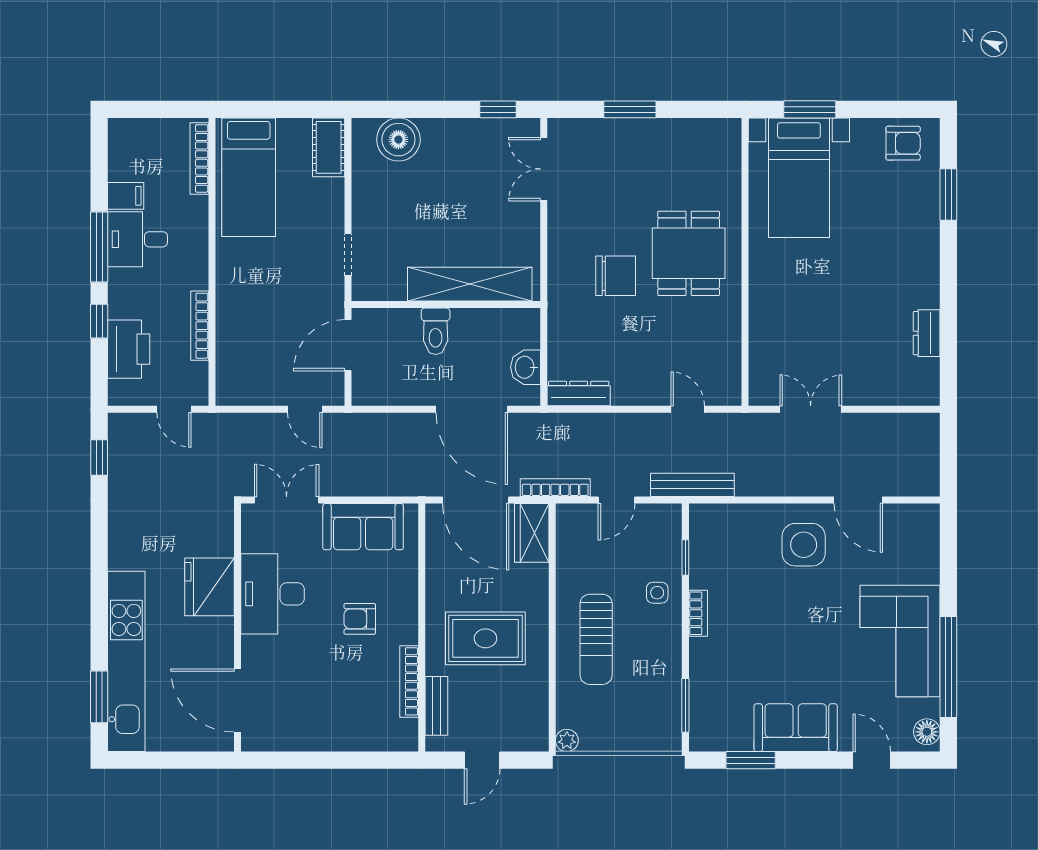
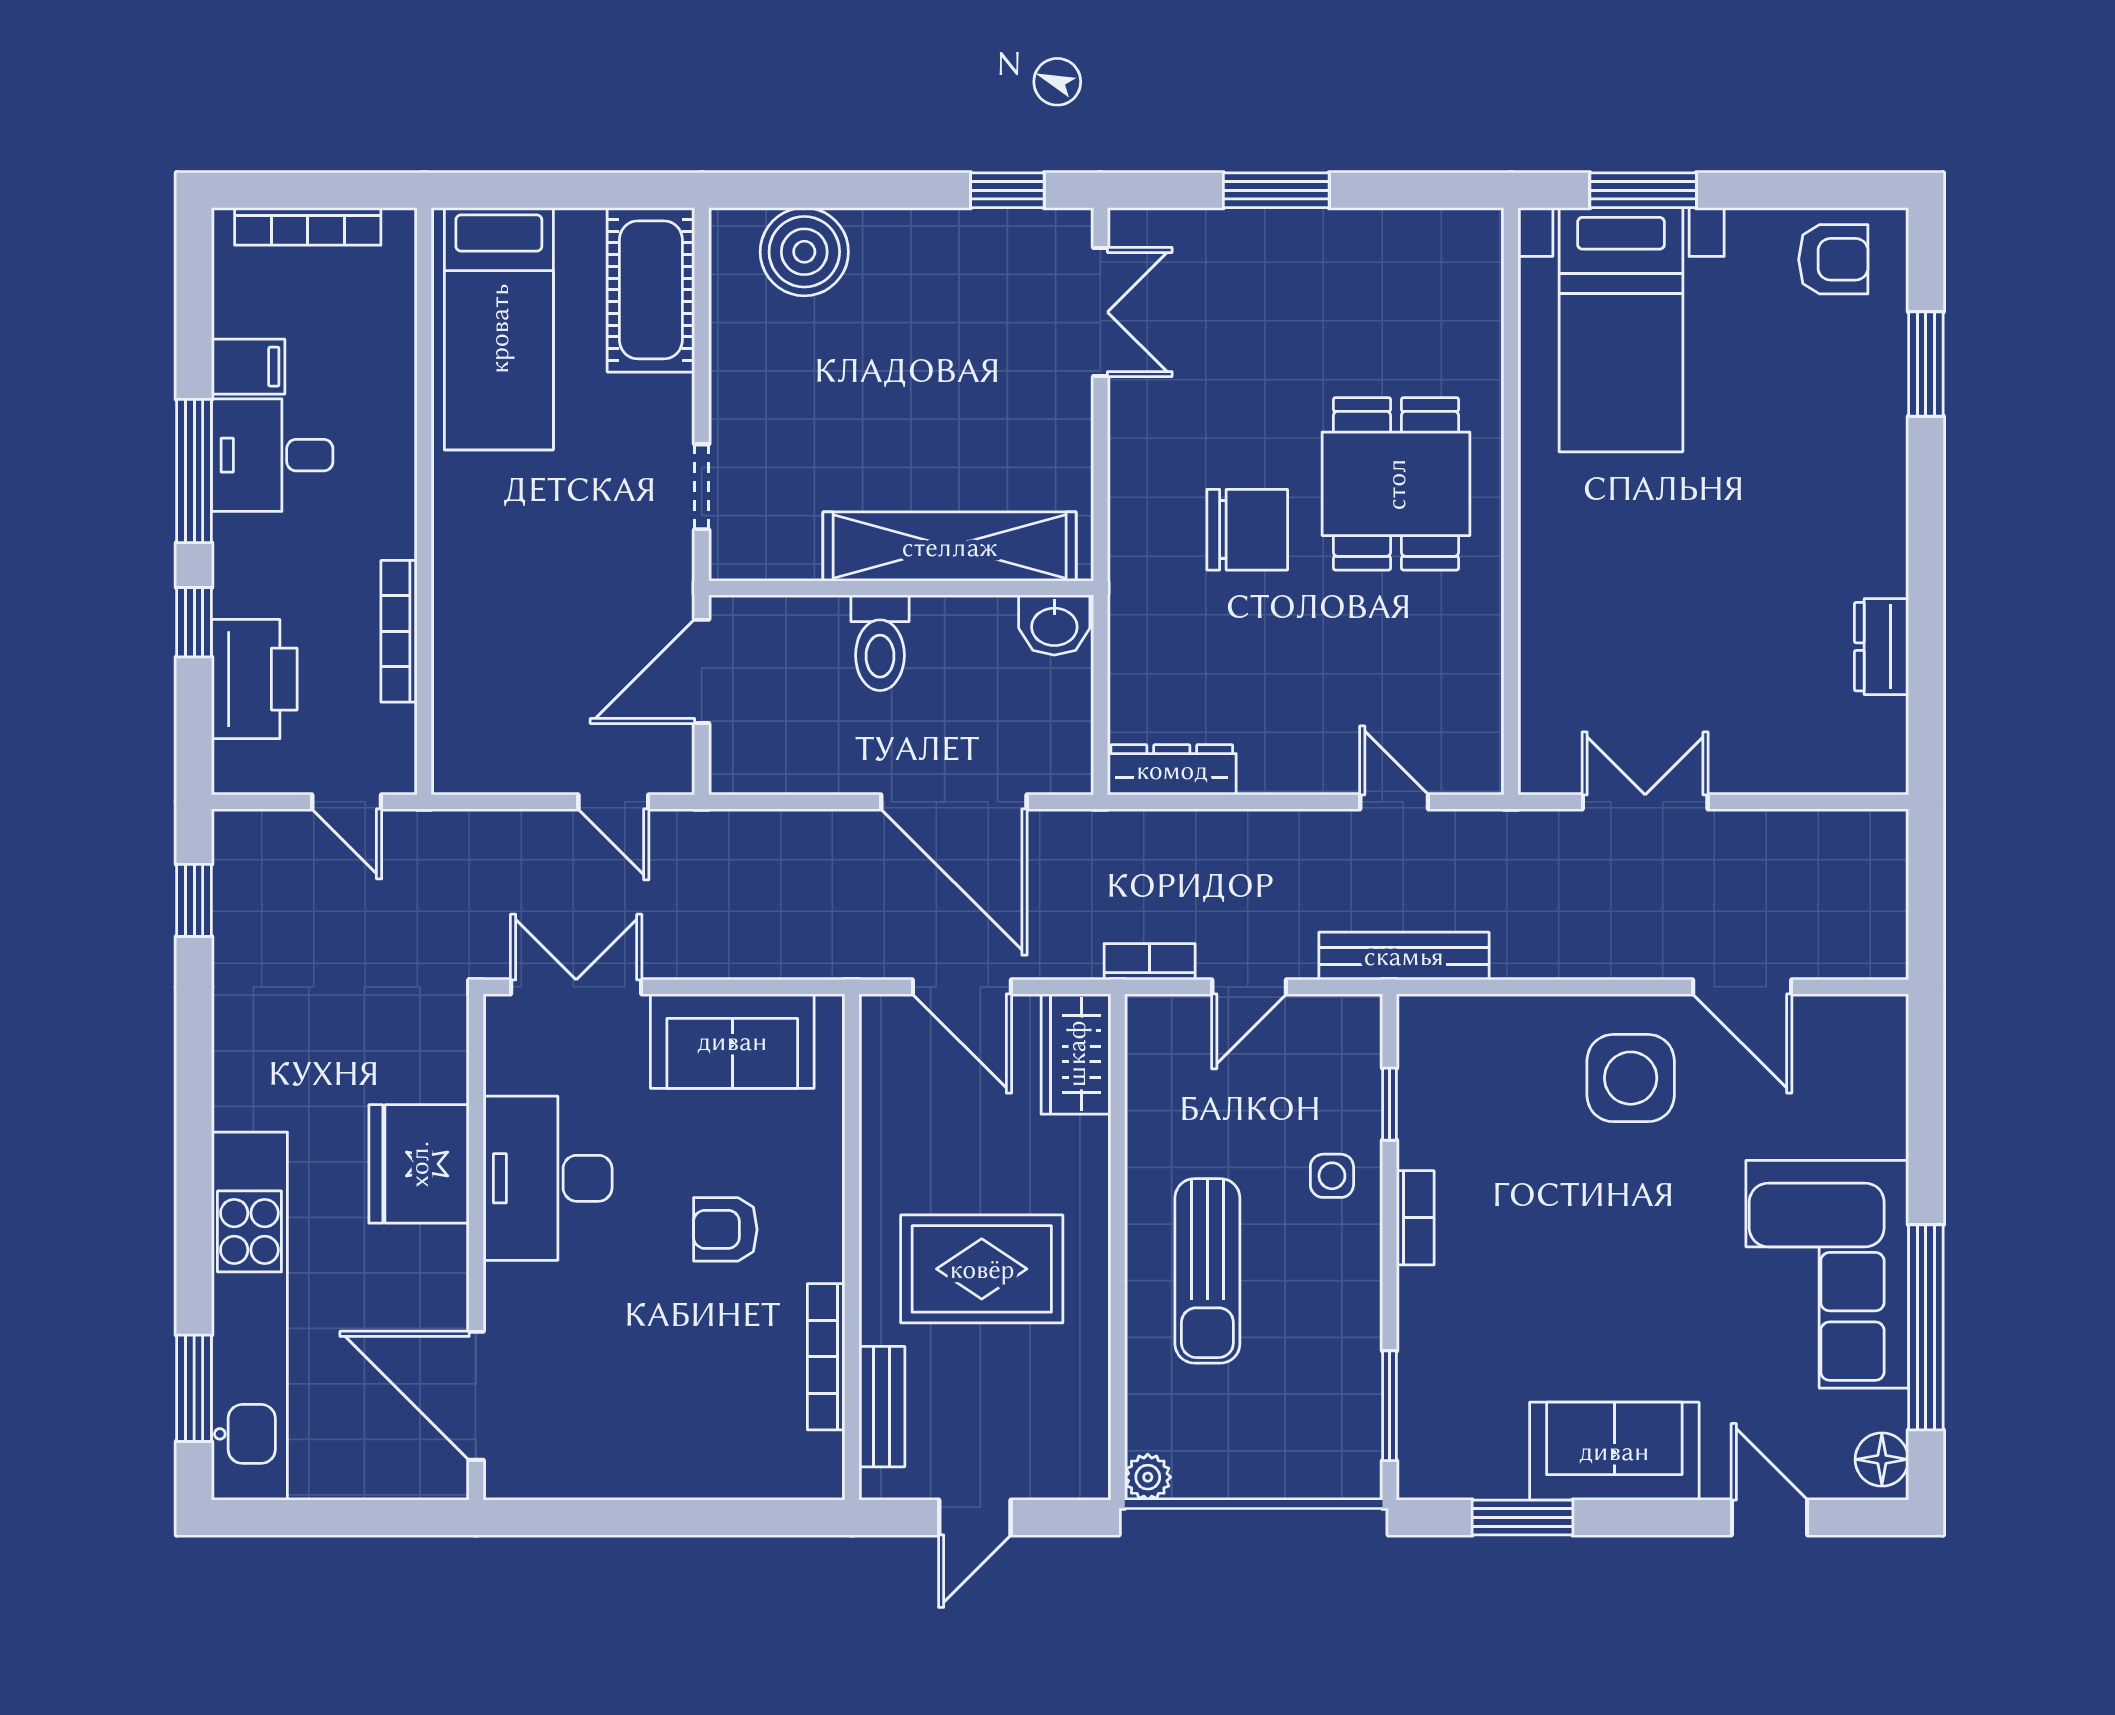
cot: (329, 147) -> (651, 290), width x1.37, depth x1.34
bookcase: (199, 158) -> (308, 226), moved, turned -90
double door: (544, 169) -> (1100, 312), swing flipped
washbasin: (525, 367) -> (1054, 625), moved, turned -90
bookcase: (555, 488) -> (1150, 962), width x0.64
door: (476, 500) -> (962, 987), width x0.73

